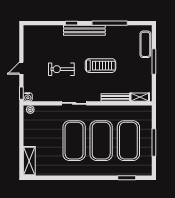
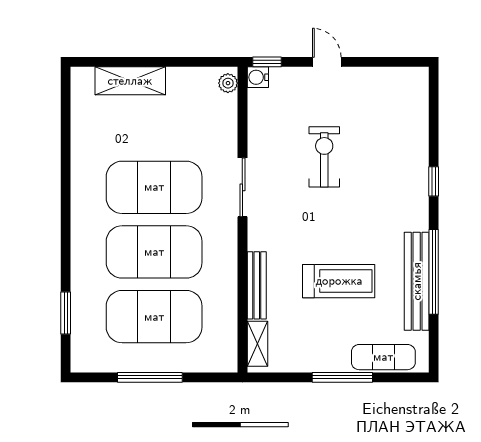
bench: (84, 30) -> (417, 281), moved
treadmill: (100, 66) -> (339, 281), moved, turned -90
shelving: (29, 161) -> (130, 81), moved

